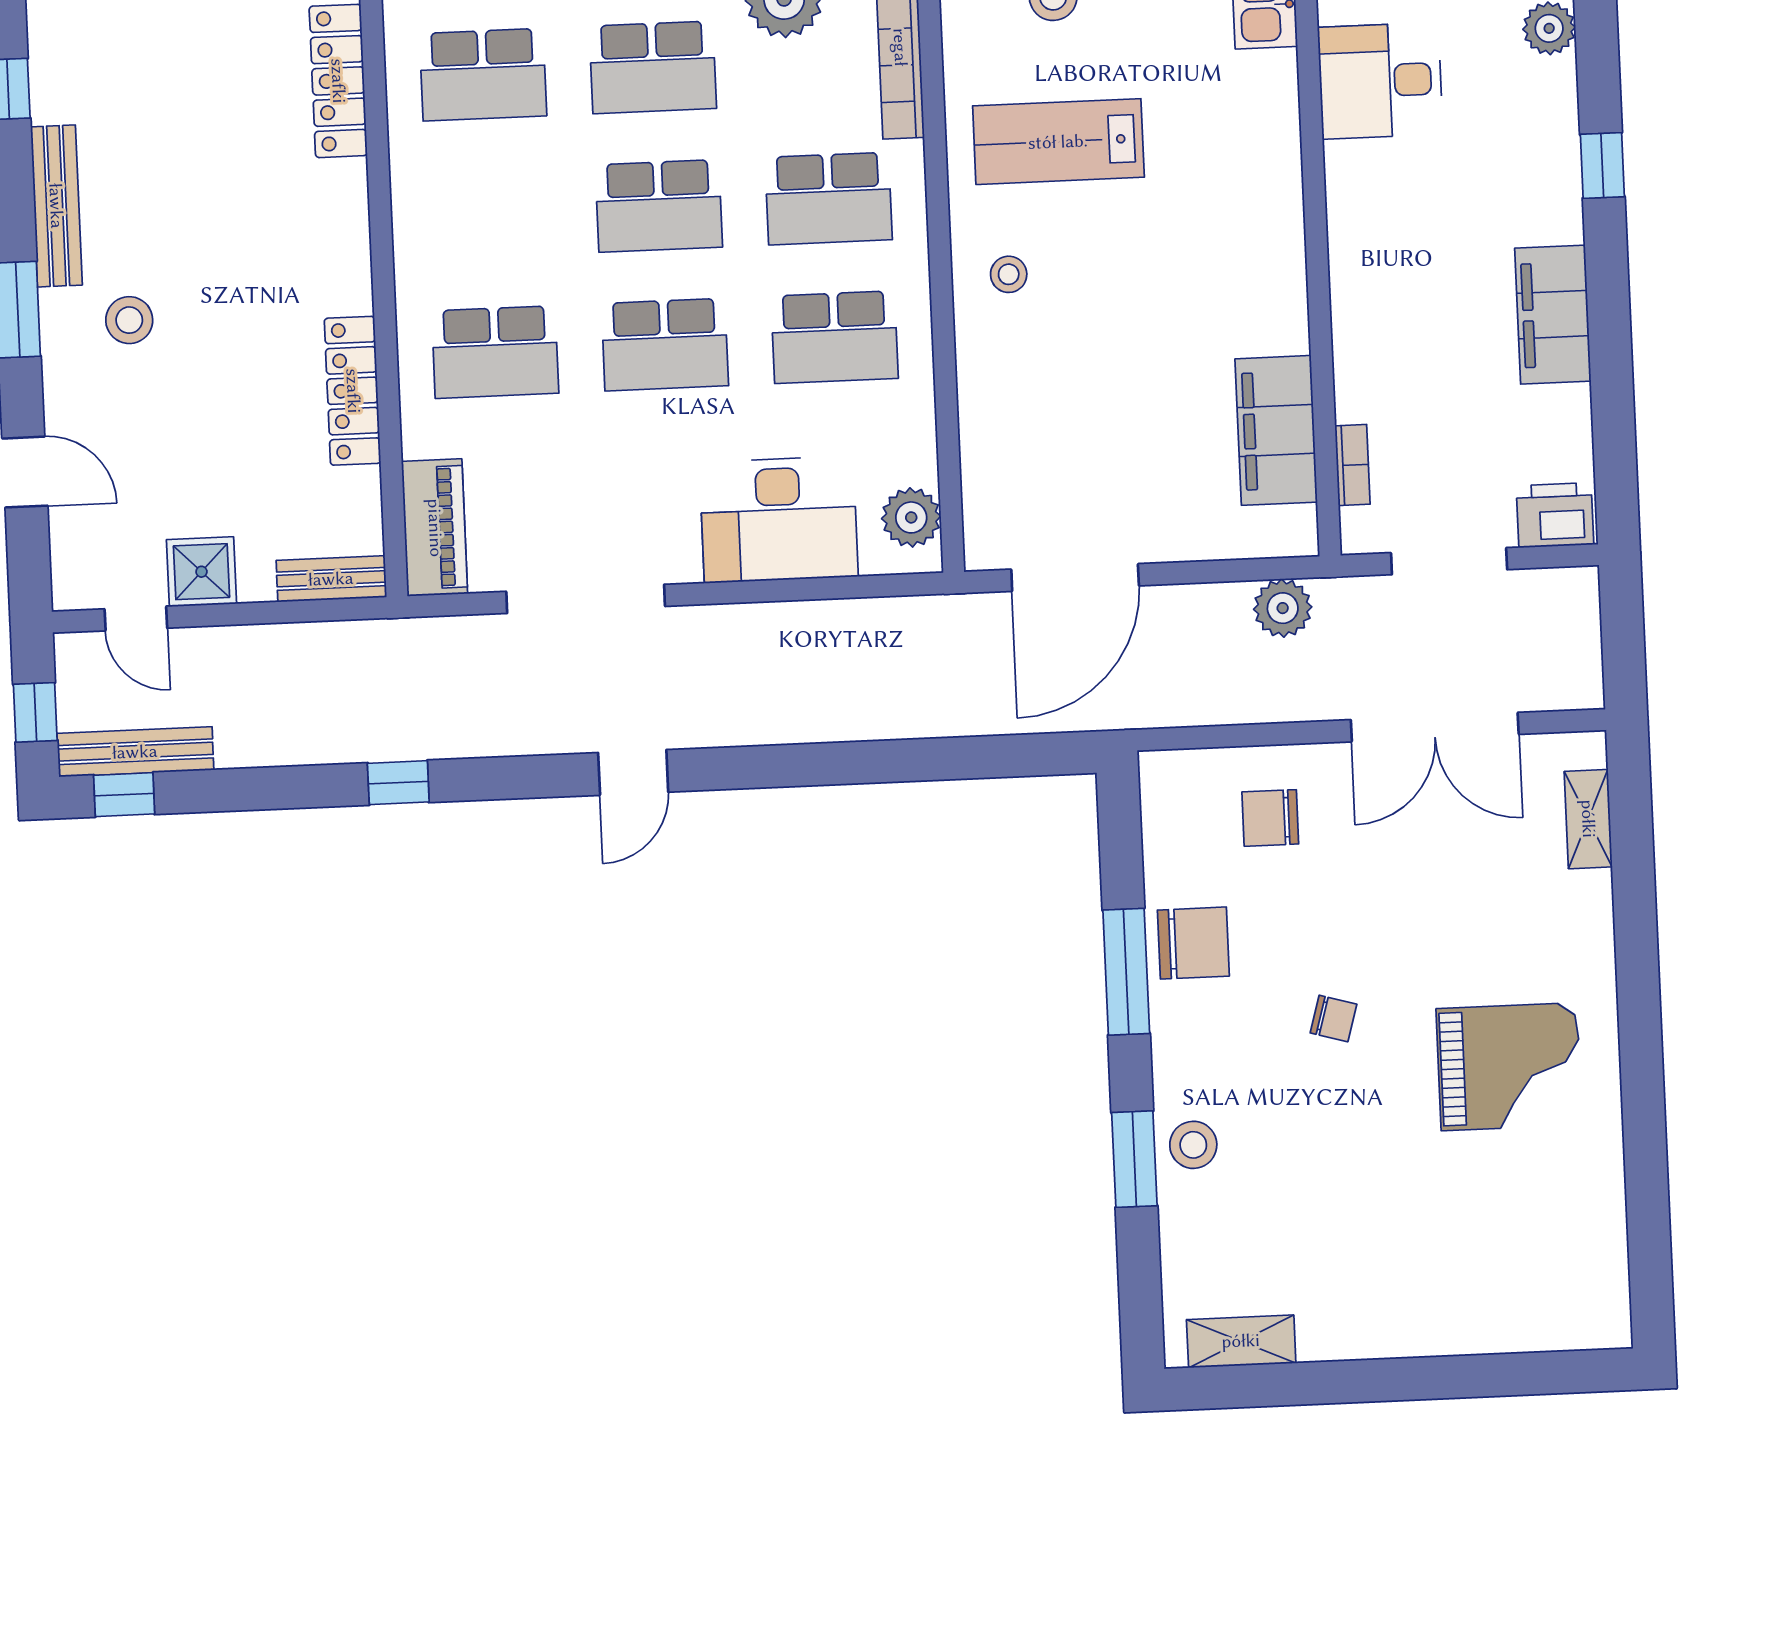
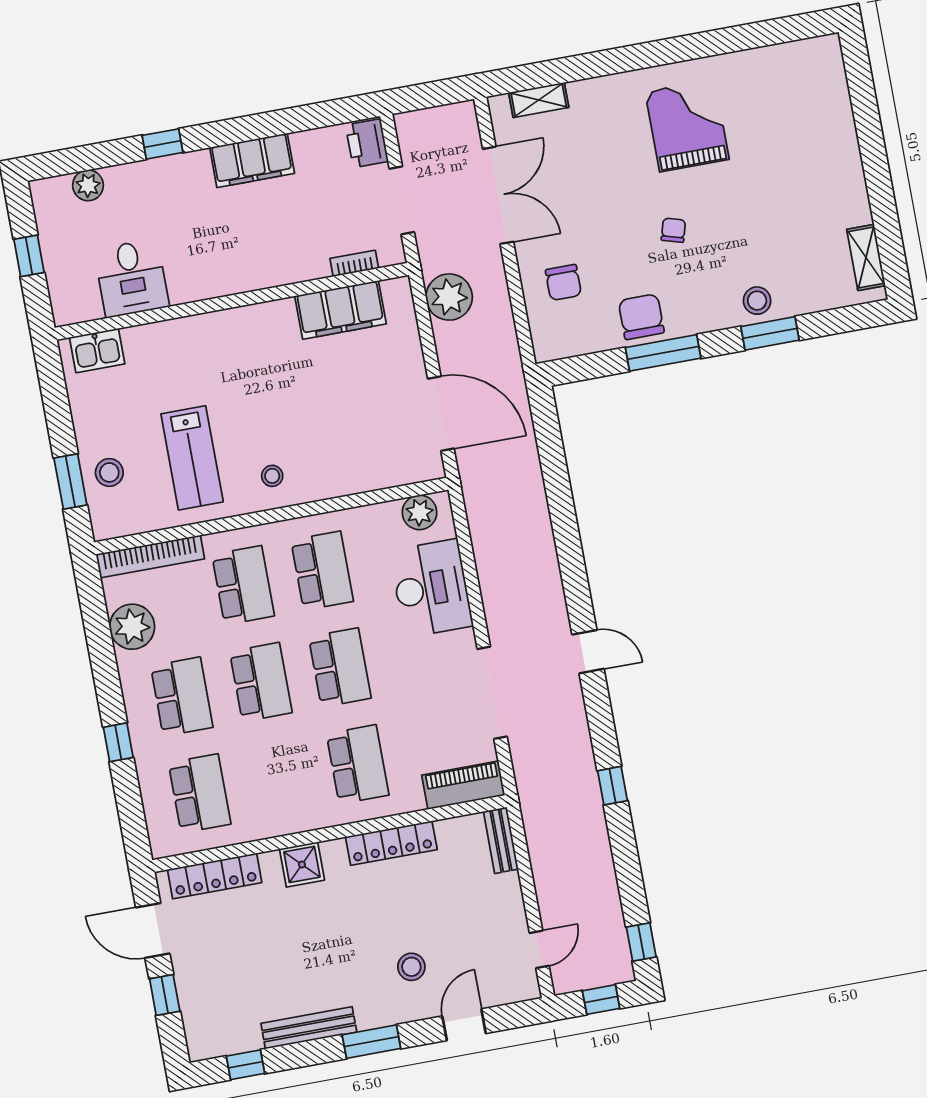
stool: (129, 320) -> (411, 967), moved
shower: (202, 572) -> (302, 864), moved
plant: (1283, 608) -> (449, 297), width x1.36, depth x1.36
bench: (135, 752) -> (616, 939), removed

